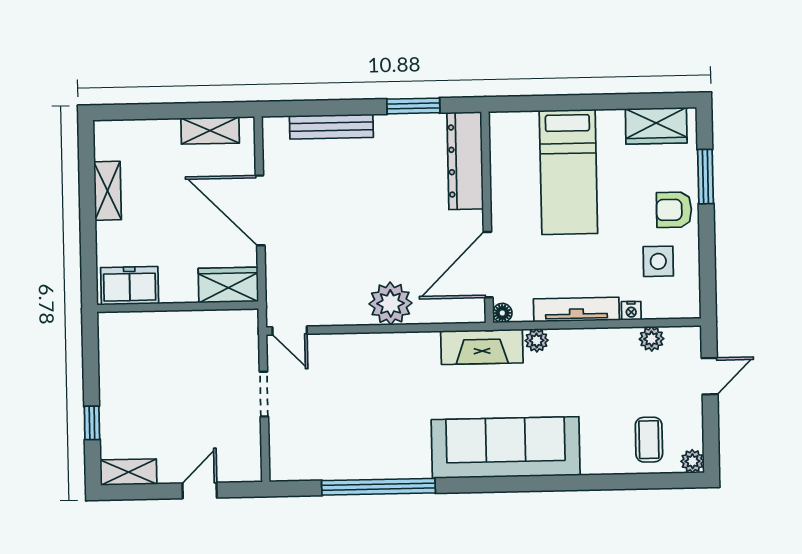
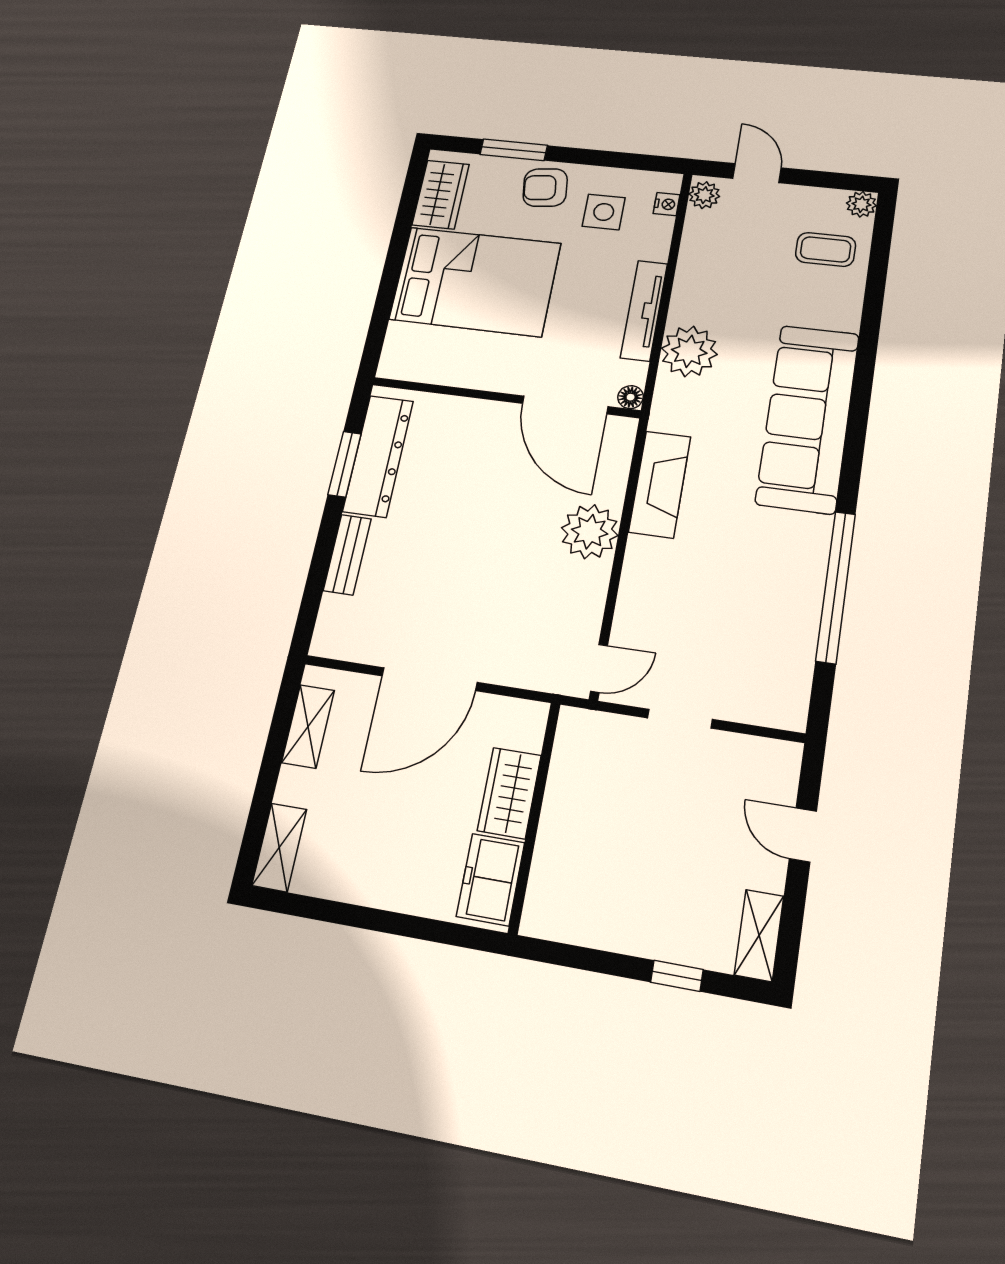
bench: (331, 127) -> (347, 555), width x0.73
dresser: (465, 161) -> (378, 456), moved, turned -90
bed: (568, 172) -> (475, 281), width x1.50
shelving: (108, 191) -> (279, 847), moved, turned 90
armchair: (674, 210) -> (545, 188), turned 83
wardrobe: (228, 285) -> (509, 793), moved
nightstand: (631, 311) -> (667, 204), moved
plant: (652, 339) -> (704, 195), moved
plant: (537, 340) -> (689, 351), width x1.88, depth x1.88
fireplace: (482, 347) -> (660, 484), moved

